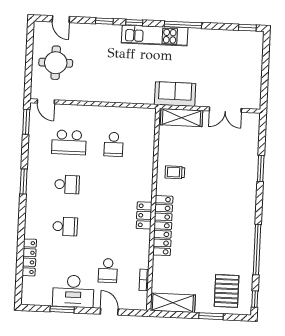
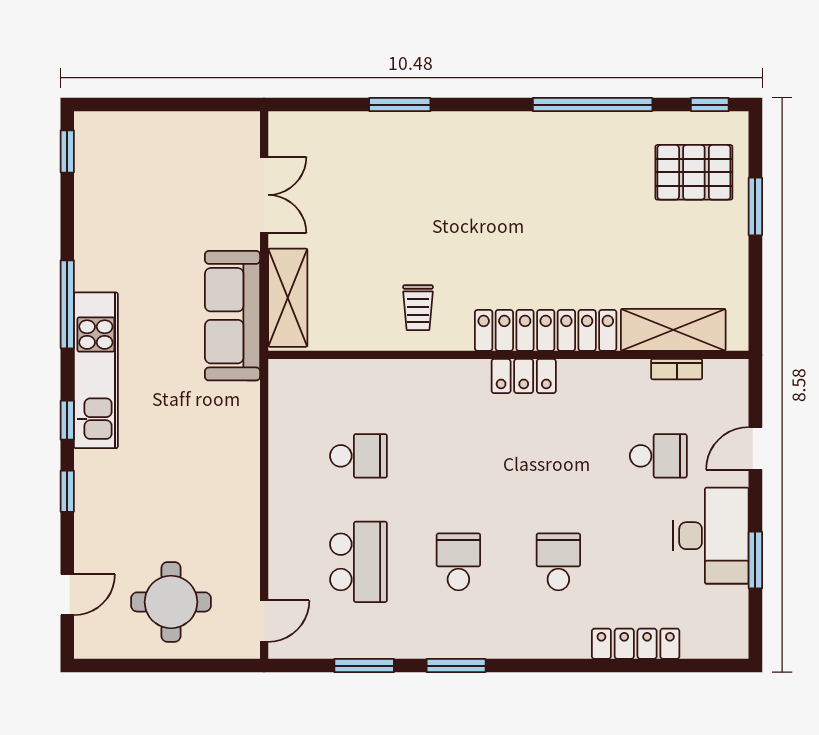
sofa: (175, 94) -> (232, 316), width x1.36
window: (26, 122) -> (364, 666), moved
shelving: (173, 303) -> (673, 330), moved, turned 90

